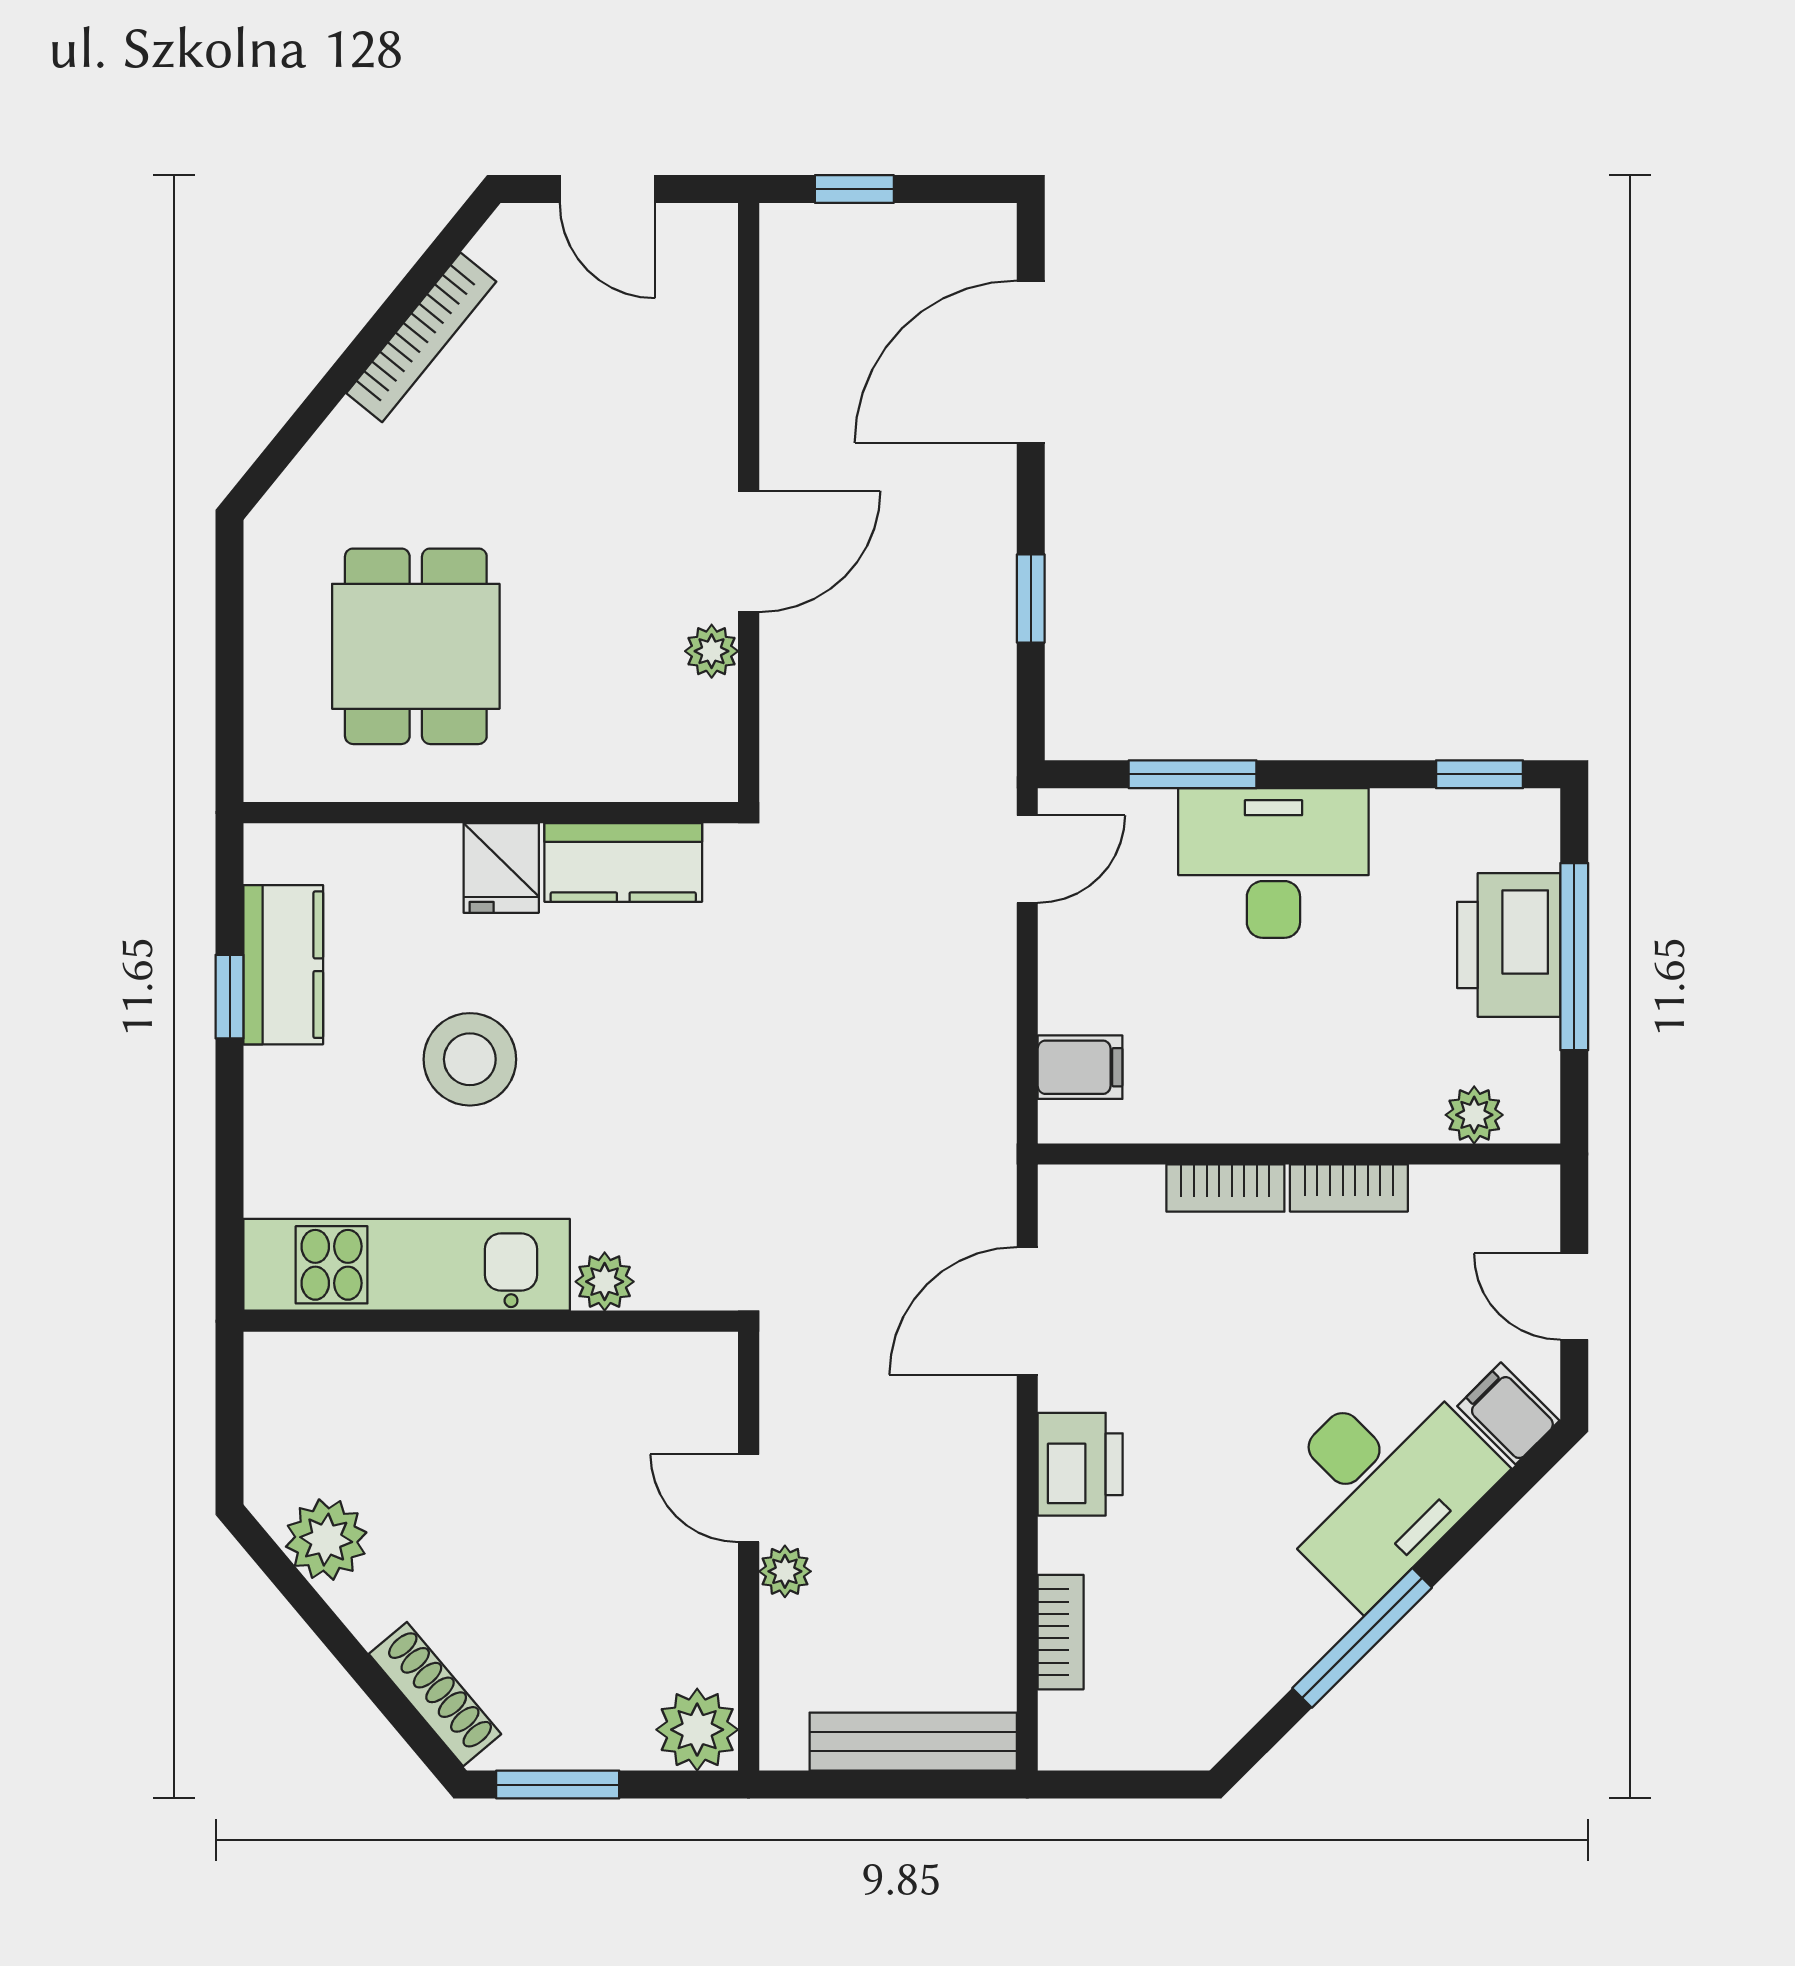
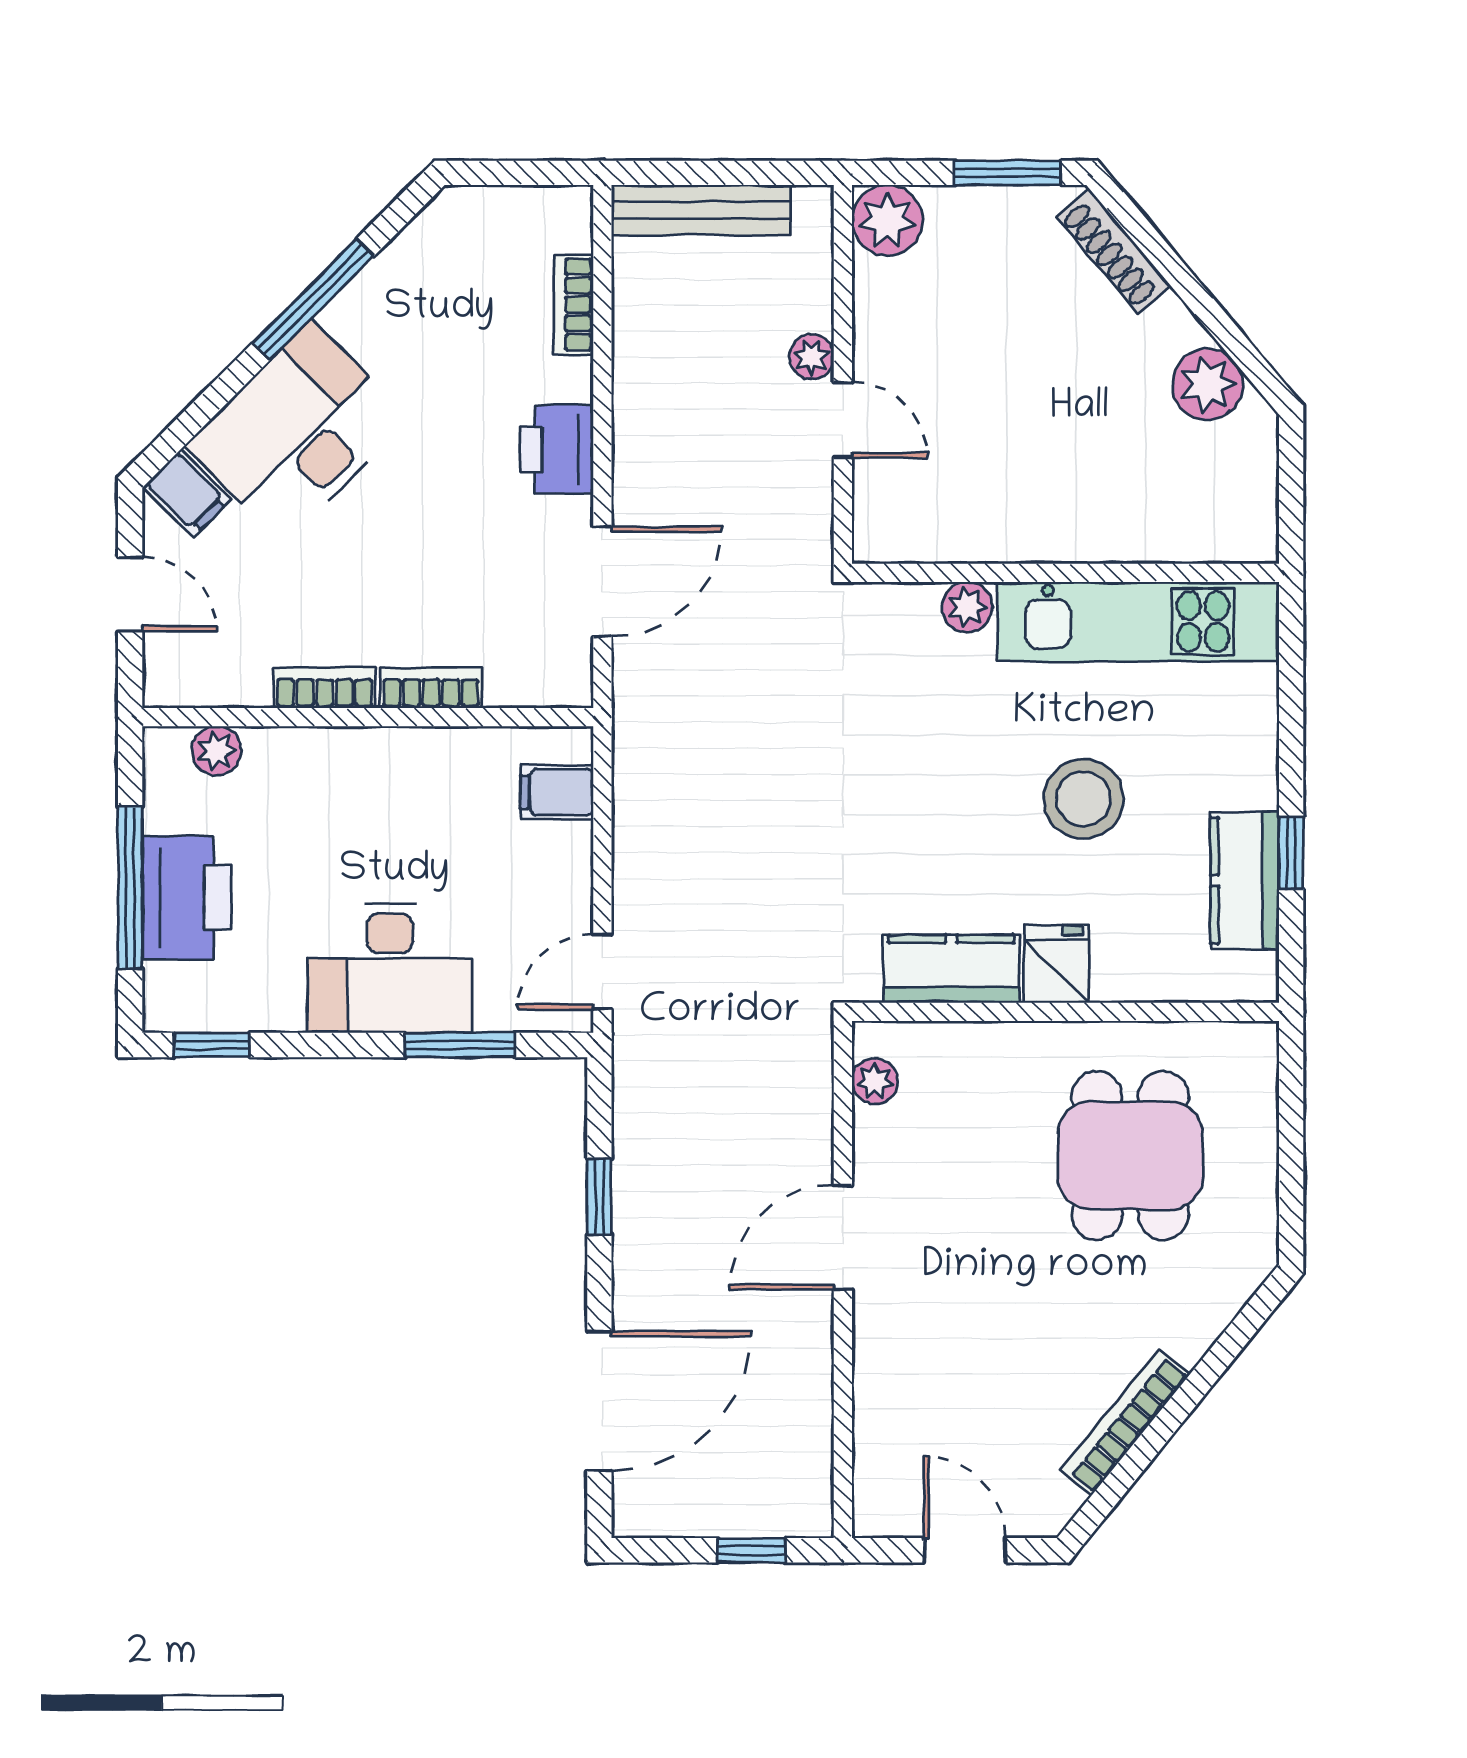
plant: (712, 651) -> (875, 1081), moved

